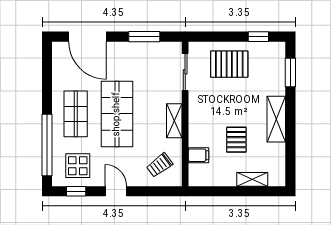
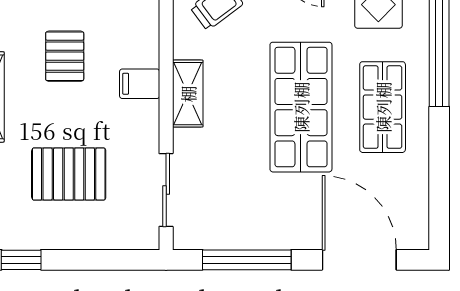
window: (144, 37) -> (247, 260), width x1.44
pallet: (229, 64) -> (69, 174), moved
filing cabinet: (199, 155) -> (140, 84), moved

